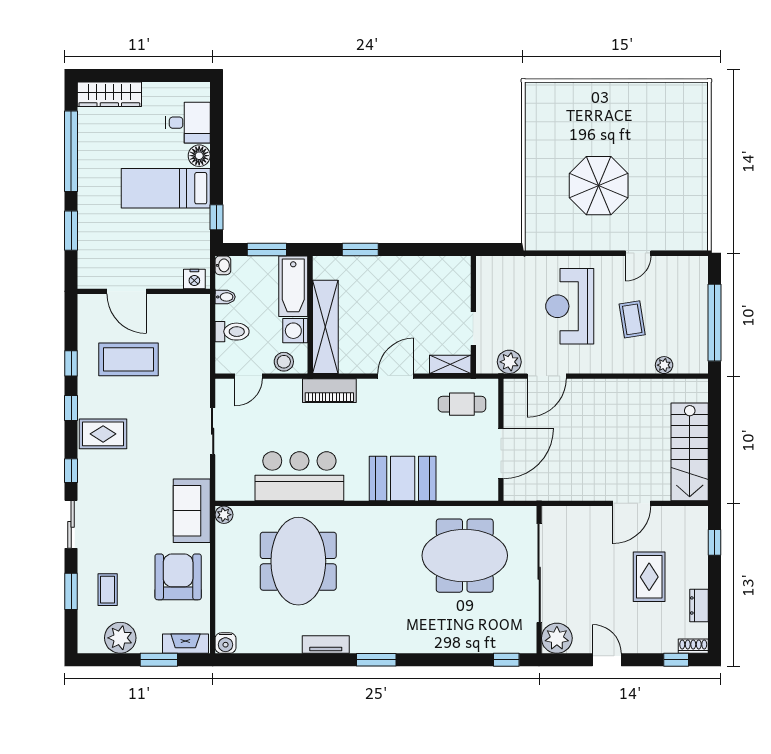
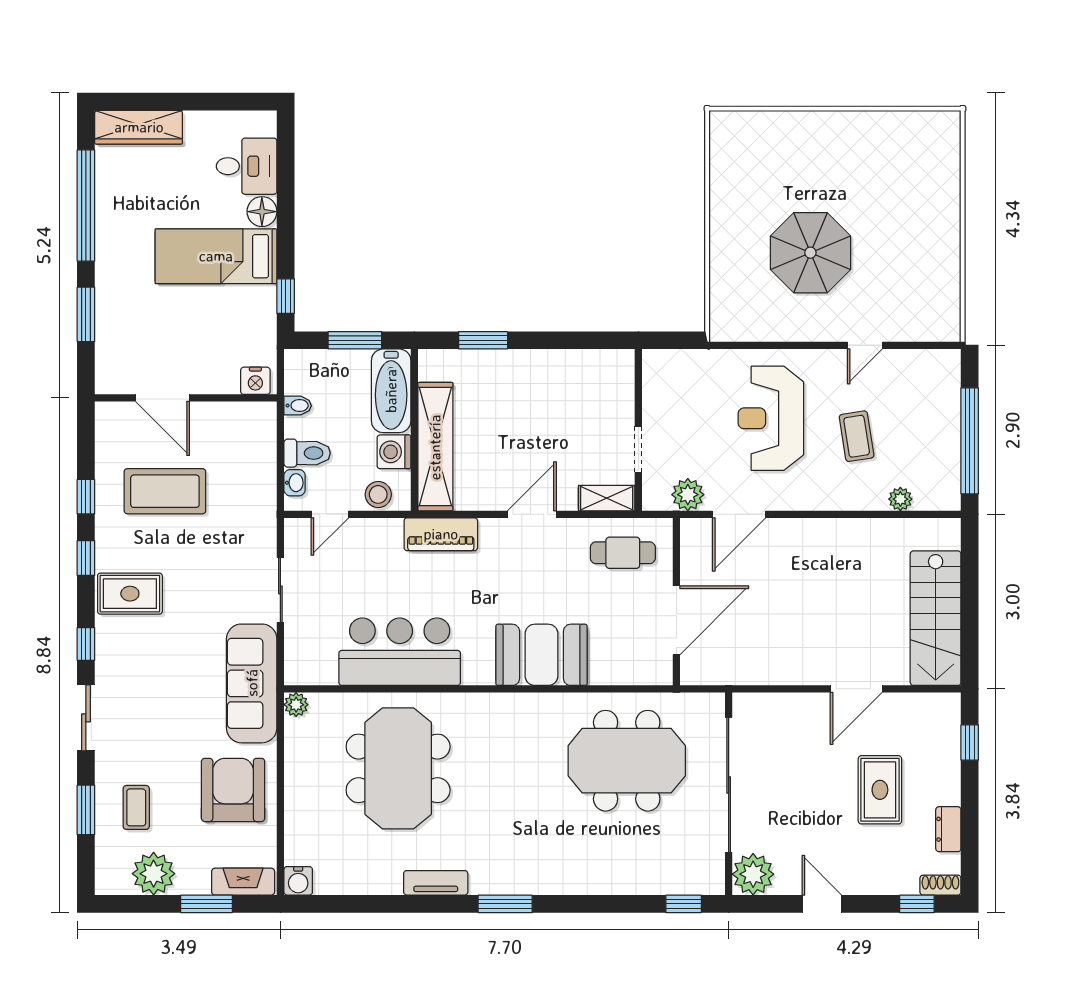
washbasin: (223, 265) -> (295, 483), moved
sofa: (192, 511) -> (252, 683), width x1.36

